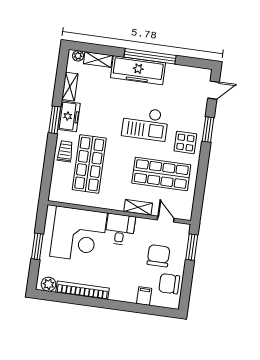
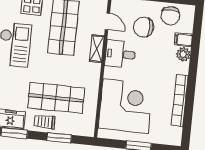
window: (48, 166) -> (59, 138), added
door: (166, 219) -> (107, 21), swing flipped
desk: (120, 229) -> (120, 54), moved
plant: (49, 284) -> (183, 54), moved

